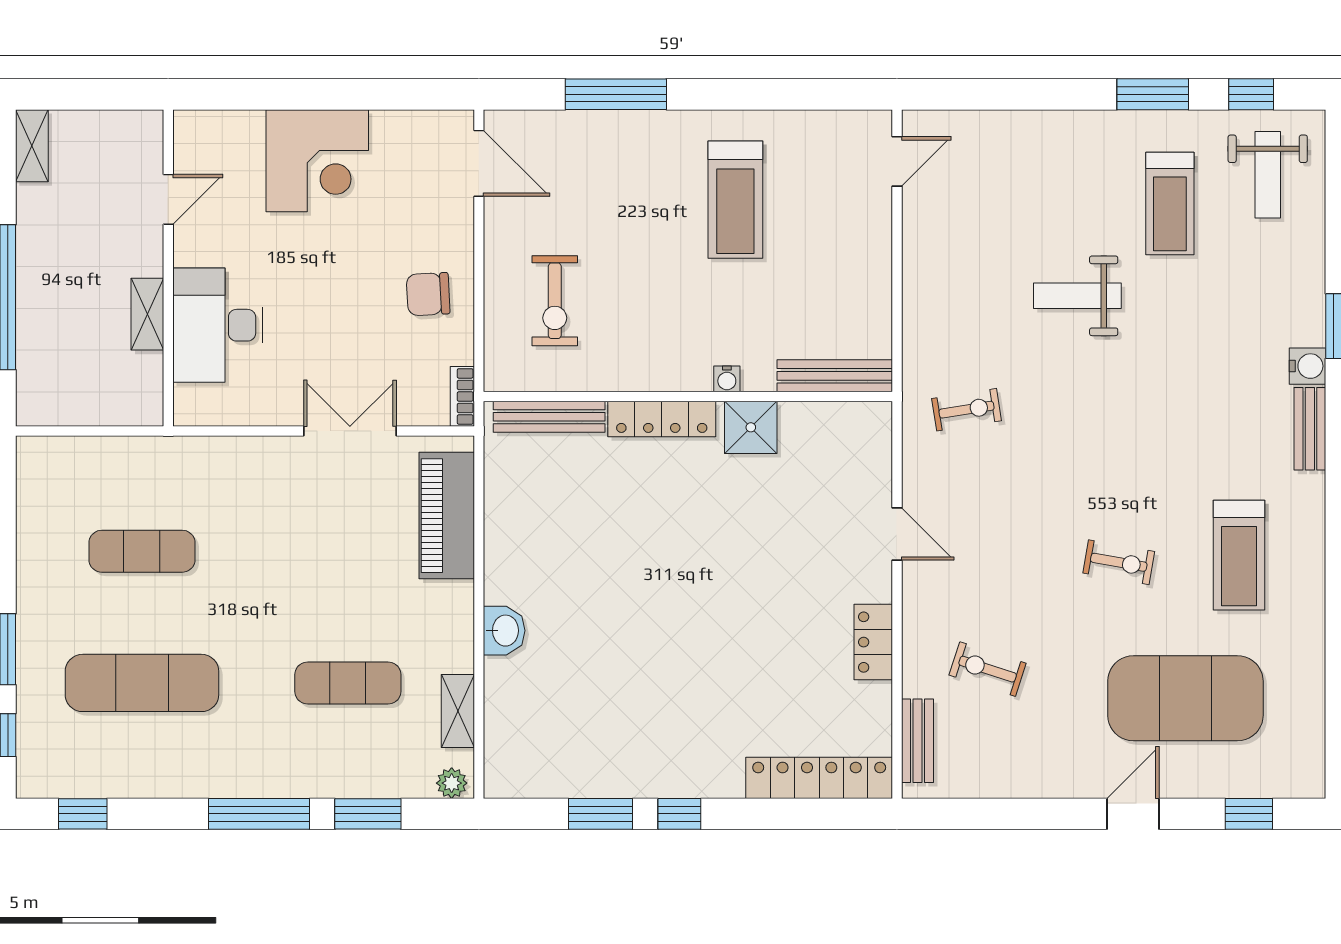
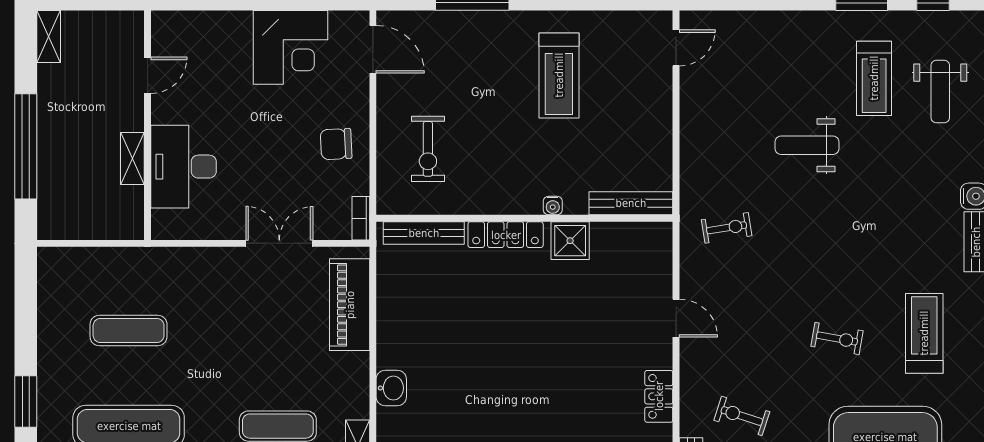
corner desk: (317, 161) -> (291, 47), moved
weight bench: (1268, 175) -> (940, 92), moved
treadmill: (1239, 555) -> (924, 333), turned 180

